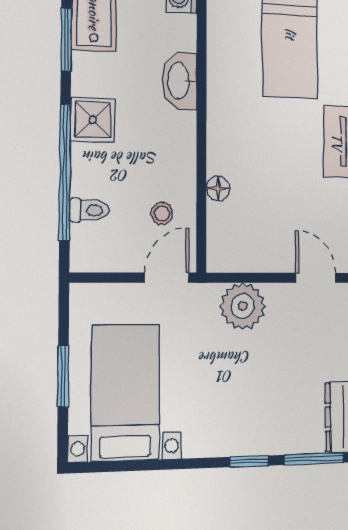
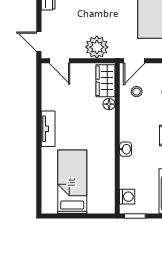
washbasin: (179, 81) -> (126, 149), width x0.52, depth x0.69
wardrobe: (225, 236) -> (106, 81), added

